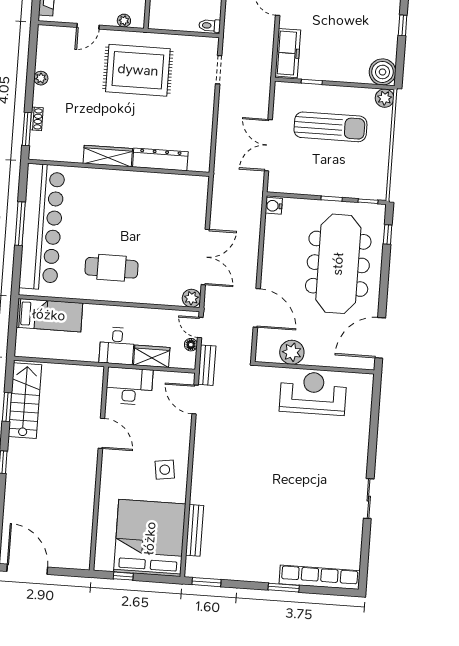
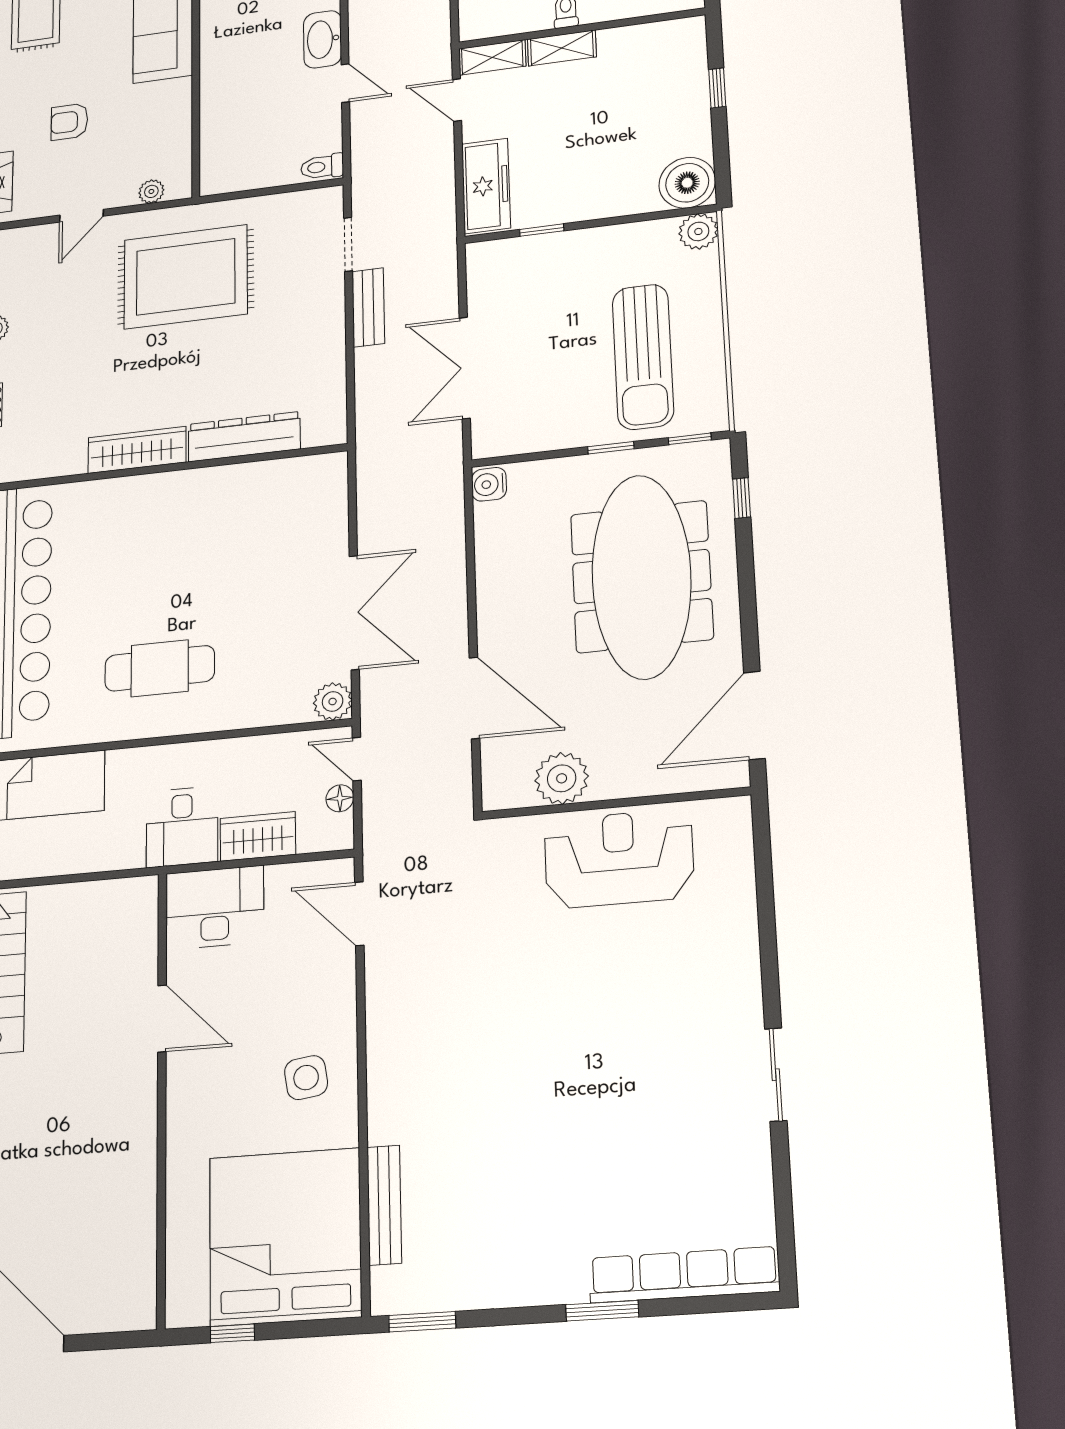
sun lounger: (330, 127) -> (643, 357), moved, turned 90
bench: (207, 365) -> (368, 307), moved

